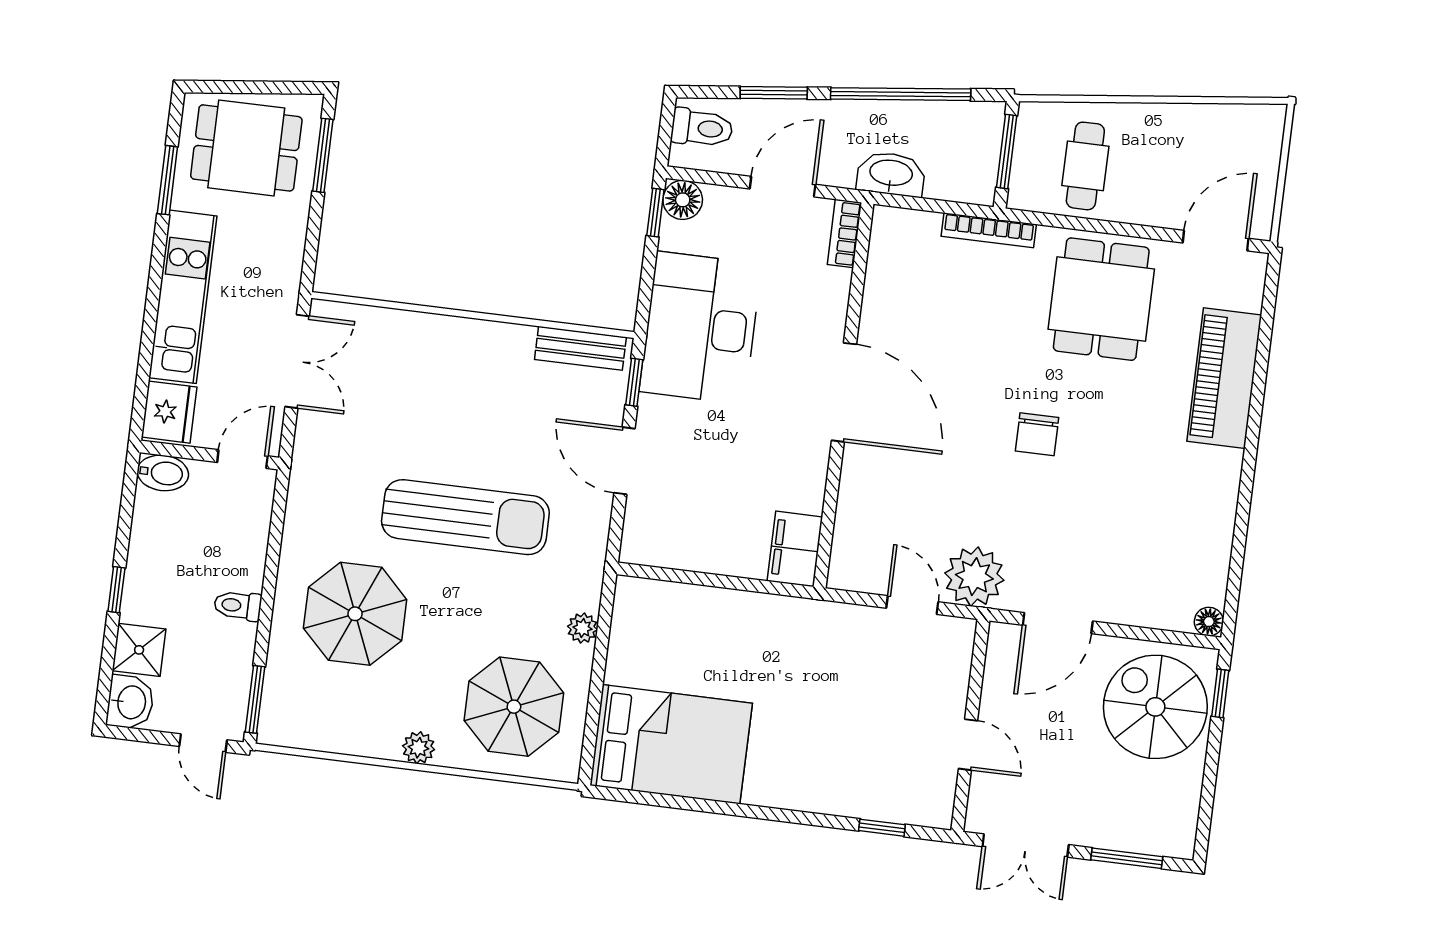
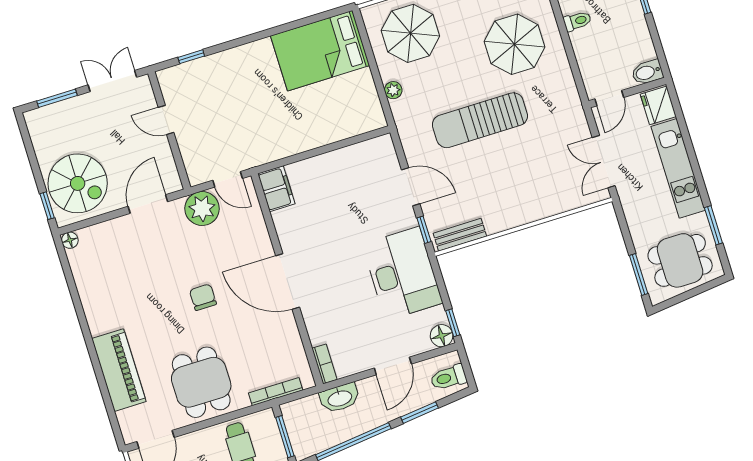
bookcase: (845, 234) -> (324, 364), moved
door: (844, 392) -> (288, 281), moved
wall: (844, 395) -> (287, 280), moved
filing cabinet: (795, 549) -> (276, 189), moved

